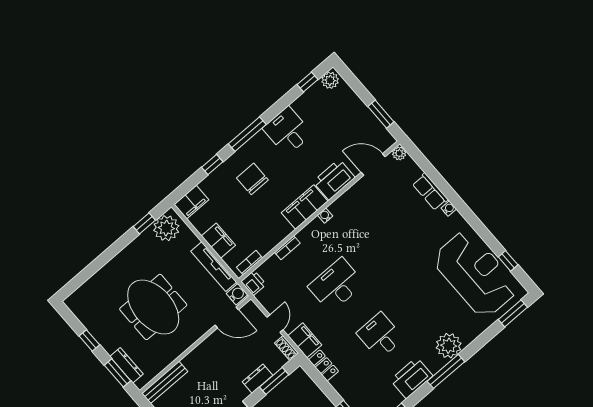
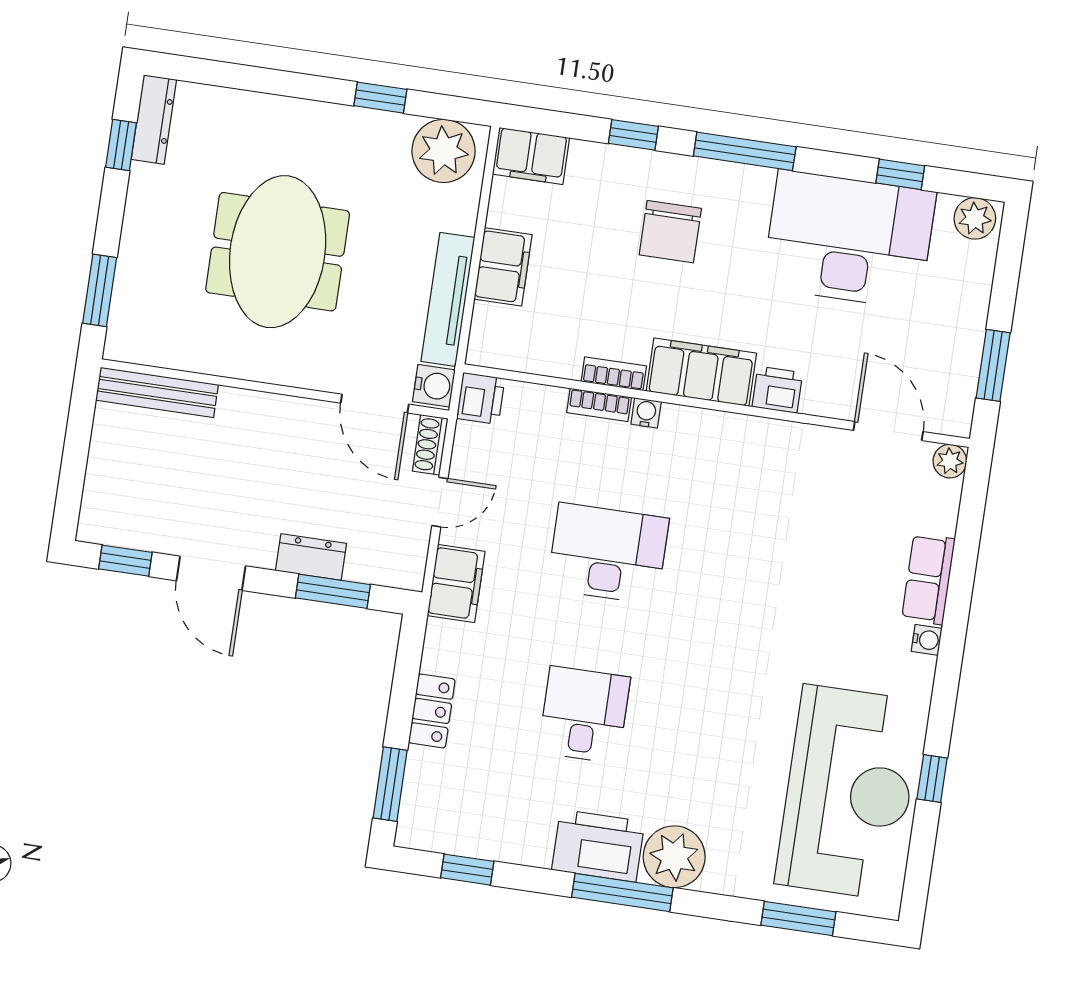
window: (307, 82) -> (900, 174), moved
desk: (287, 131) -> (849, 240), width x1.87, depth x1.30
chair: (252, 179) -> (670, 232), turned 180
printer: (334, 180) -> (777, 390), width x0.53, depth x0.68
water cooler: (325, 216) -> (646, 413), moved
window: (144, 223) -> (380, 98), moved
window: (508, 261) -> (932, 778), moved
bookcase: (250, 263) -> (614, 374), moved
window: (513, 313) -> (798, 918), moved
window: (89, 340) -> (121, 145), moved
shoe rack: (286, 348) -> (430, 445), moved
dresser: (127, 365) -> (154, 120), moved
locker: (324, 365) -> (432, 711), moved
printer: (411, 378) -> (598, 846), moved

